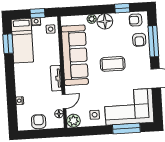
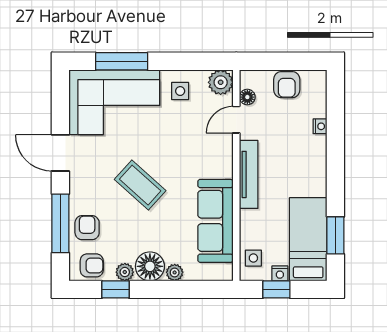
plant: (118, 18) -> (125, 272), added
sofa: (75, 55) -> (215, 221), width x0.74, depth x0.79
coffee table: (113, 64) -> (140, 185), turned 42
tv unit: (56, 78) -> (249, 174), width x1.41

